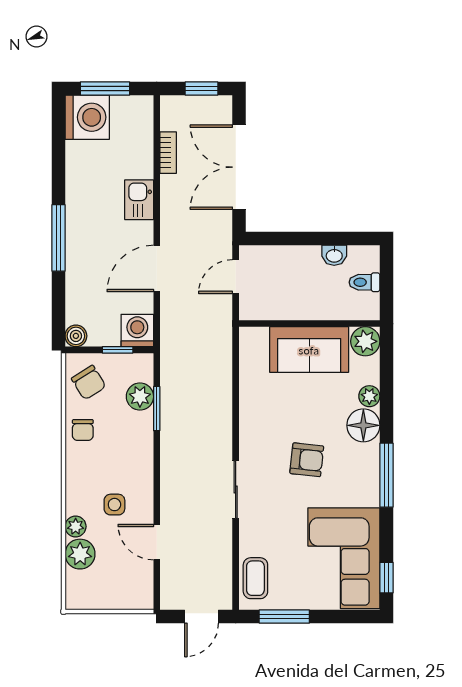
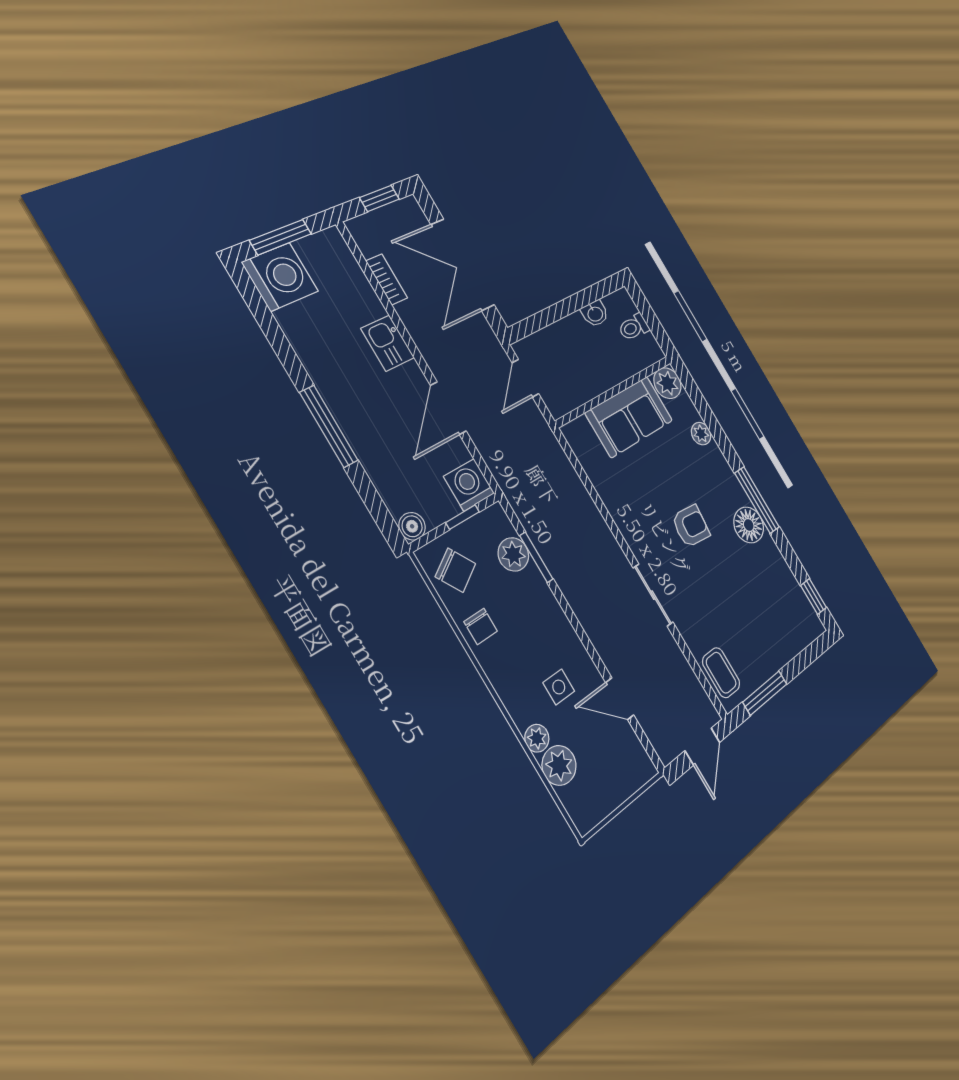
floor lamp: (363, 425) -> (749, 525), moved
corner sofa: (344, 558) -> (774, 601), removed

